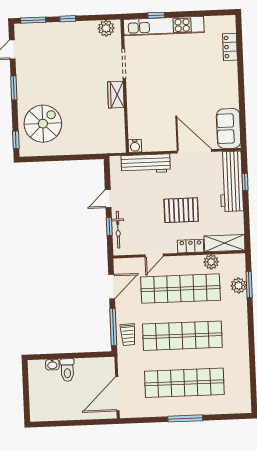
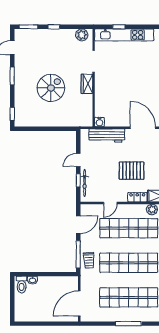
spiral stairs: (43, 124) -> (51, 88), moved
toilet: (67, 370) -> (22, 285), moved

